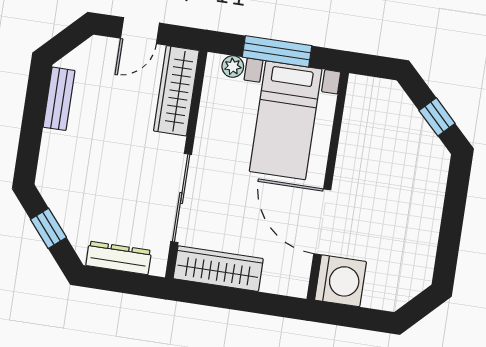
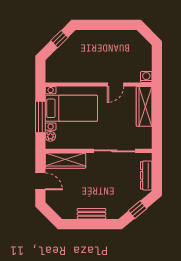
bench: (59, 99) -> (92, 214), moved
door: (322, 222) -> (115, 84), width x0.53
wardrobe: (218, 269) -> (144, 106), moved
washing machine: (341, 281) -> (146, 77), width x0.53, depth x0.53

